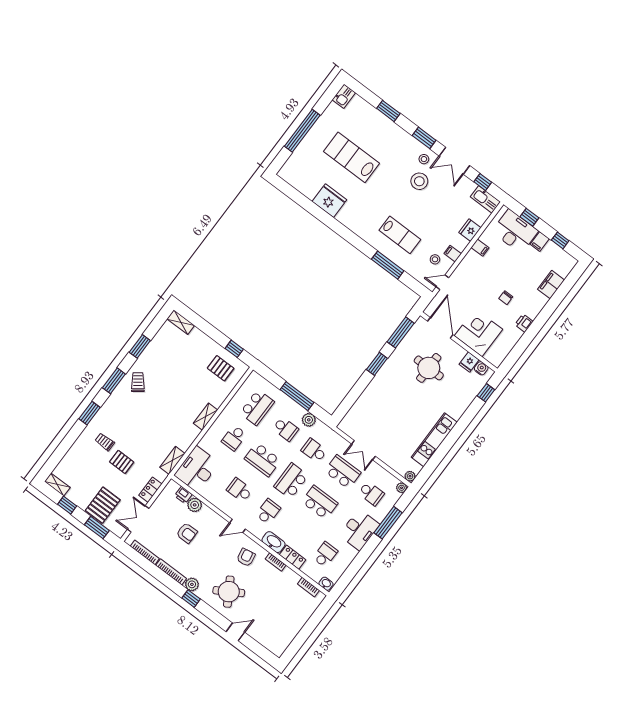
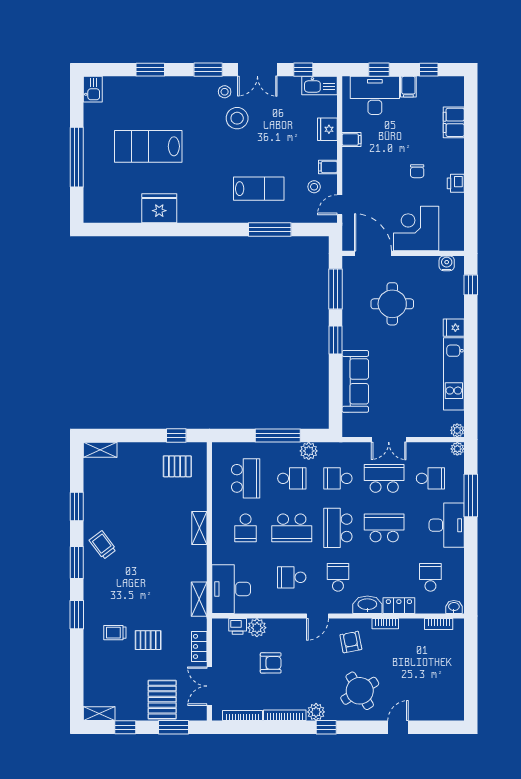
fridge: (469, 362) -> (454, 328), moved, turned 90
sofa: (370, 399) -> (355, 381), added

